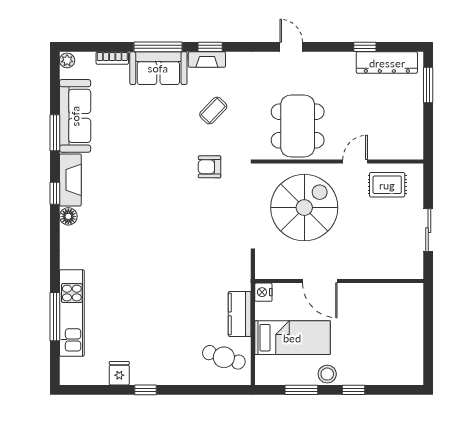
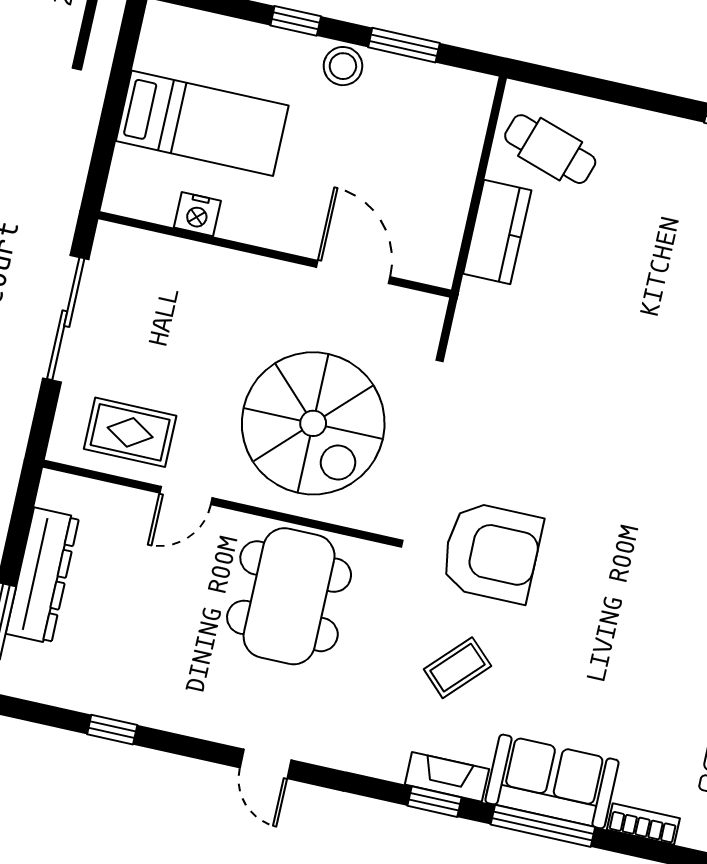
dresser: (387, 63) -> (42, 576), moved, turned 90
armchair: (210, 167) -> (491, 552), width x1.88, depth x1.88
spiral stairs: (304, 208) -> (313, 423), turned -90
sliding door: (428, 230) -> (66, 319), width x1.37
door: (320, 281) -> (353, 272), moved
nightstand: (263, 292) -> (197, 214), moved, turned 90
bed: (292, 338) -> (202, 123), moved, turned 180

